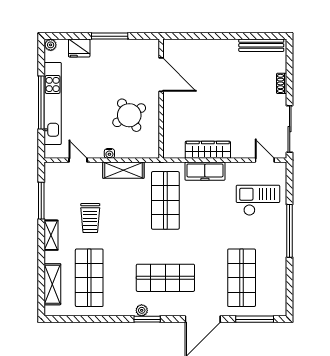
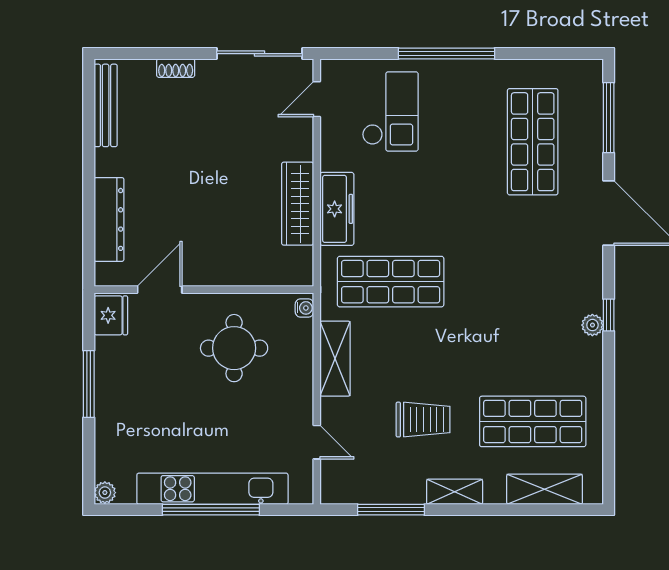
dresser: (199, 47) -> (109, 219), added
fridge: (79, 48) -> (111, 315), moved
door: (161, 75) -> (160, 290), width x0.73
round table: (129, 115) -> (234, 348), turned 31
water cooler: (109, 153) -> (304, 308), moved
door: (78, 160) -> (317, 442), swing flipped
checkout: (258, 200) -> (390, 111), turned 180
shop shelf: (165, 278) -> (533, 282), removed
shop shelf: (242, 278) -> (533, 142), turned 90
window: (147, 319) -> (609, 315), width x0.67

